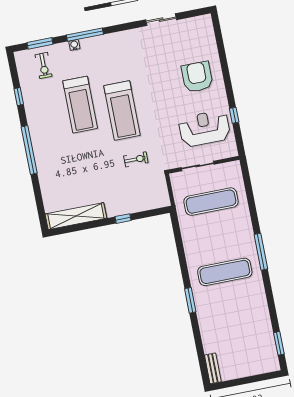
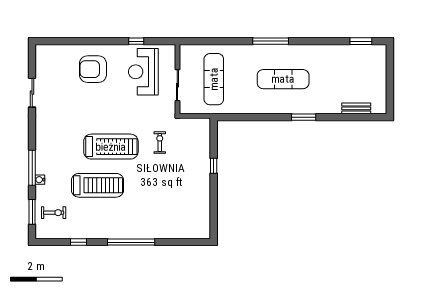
shelving: (76, 216) -> (202, 210), removed
exercise mat: (225, 272) -> (283, 79), turned 90
bench: (213, 368) -> (356, 108), moved

